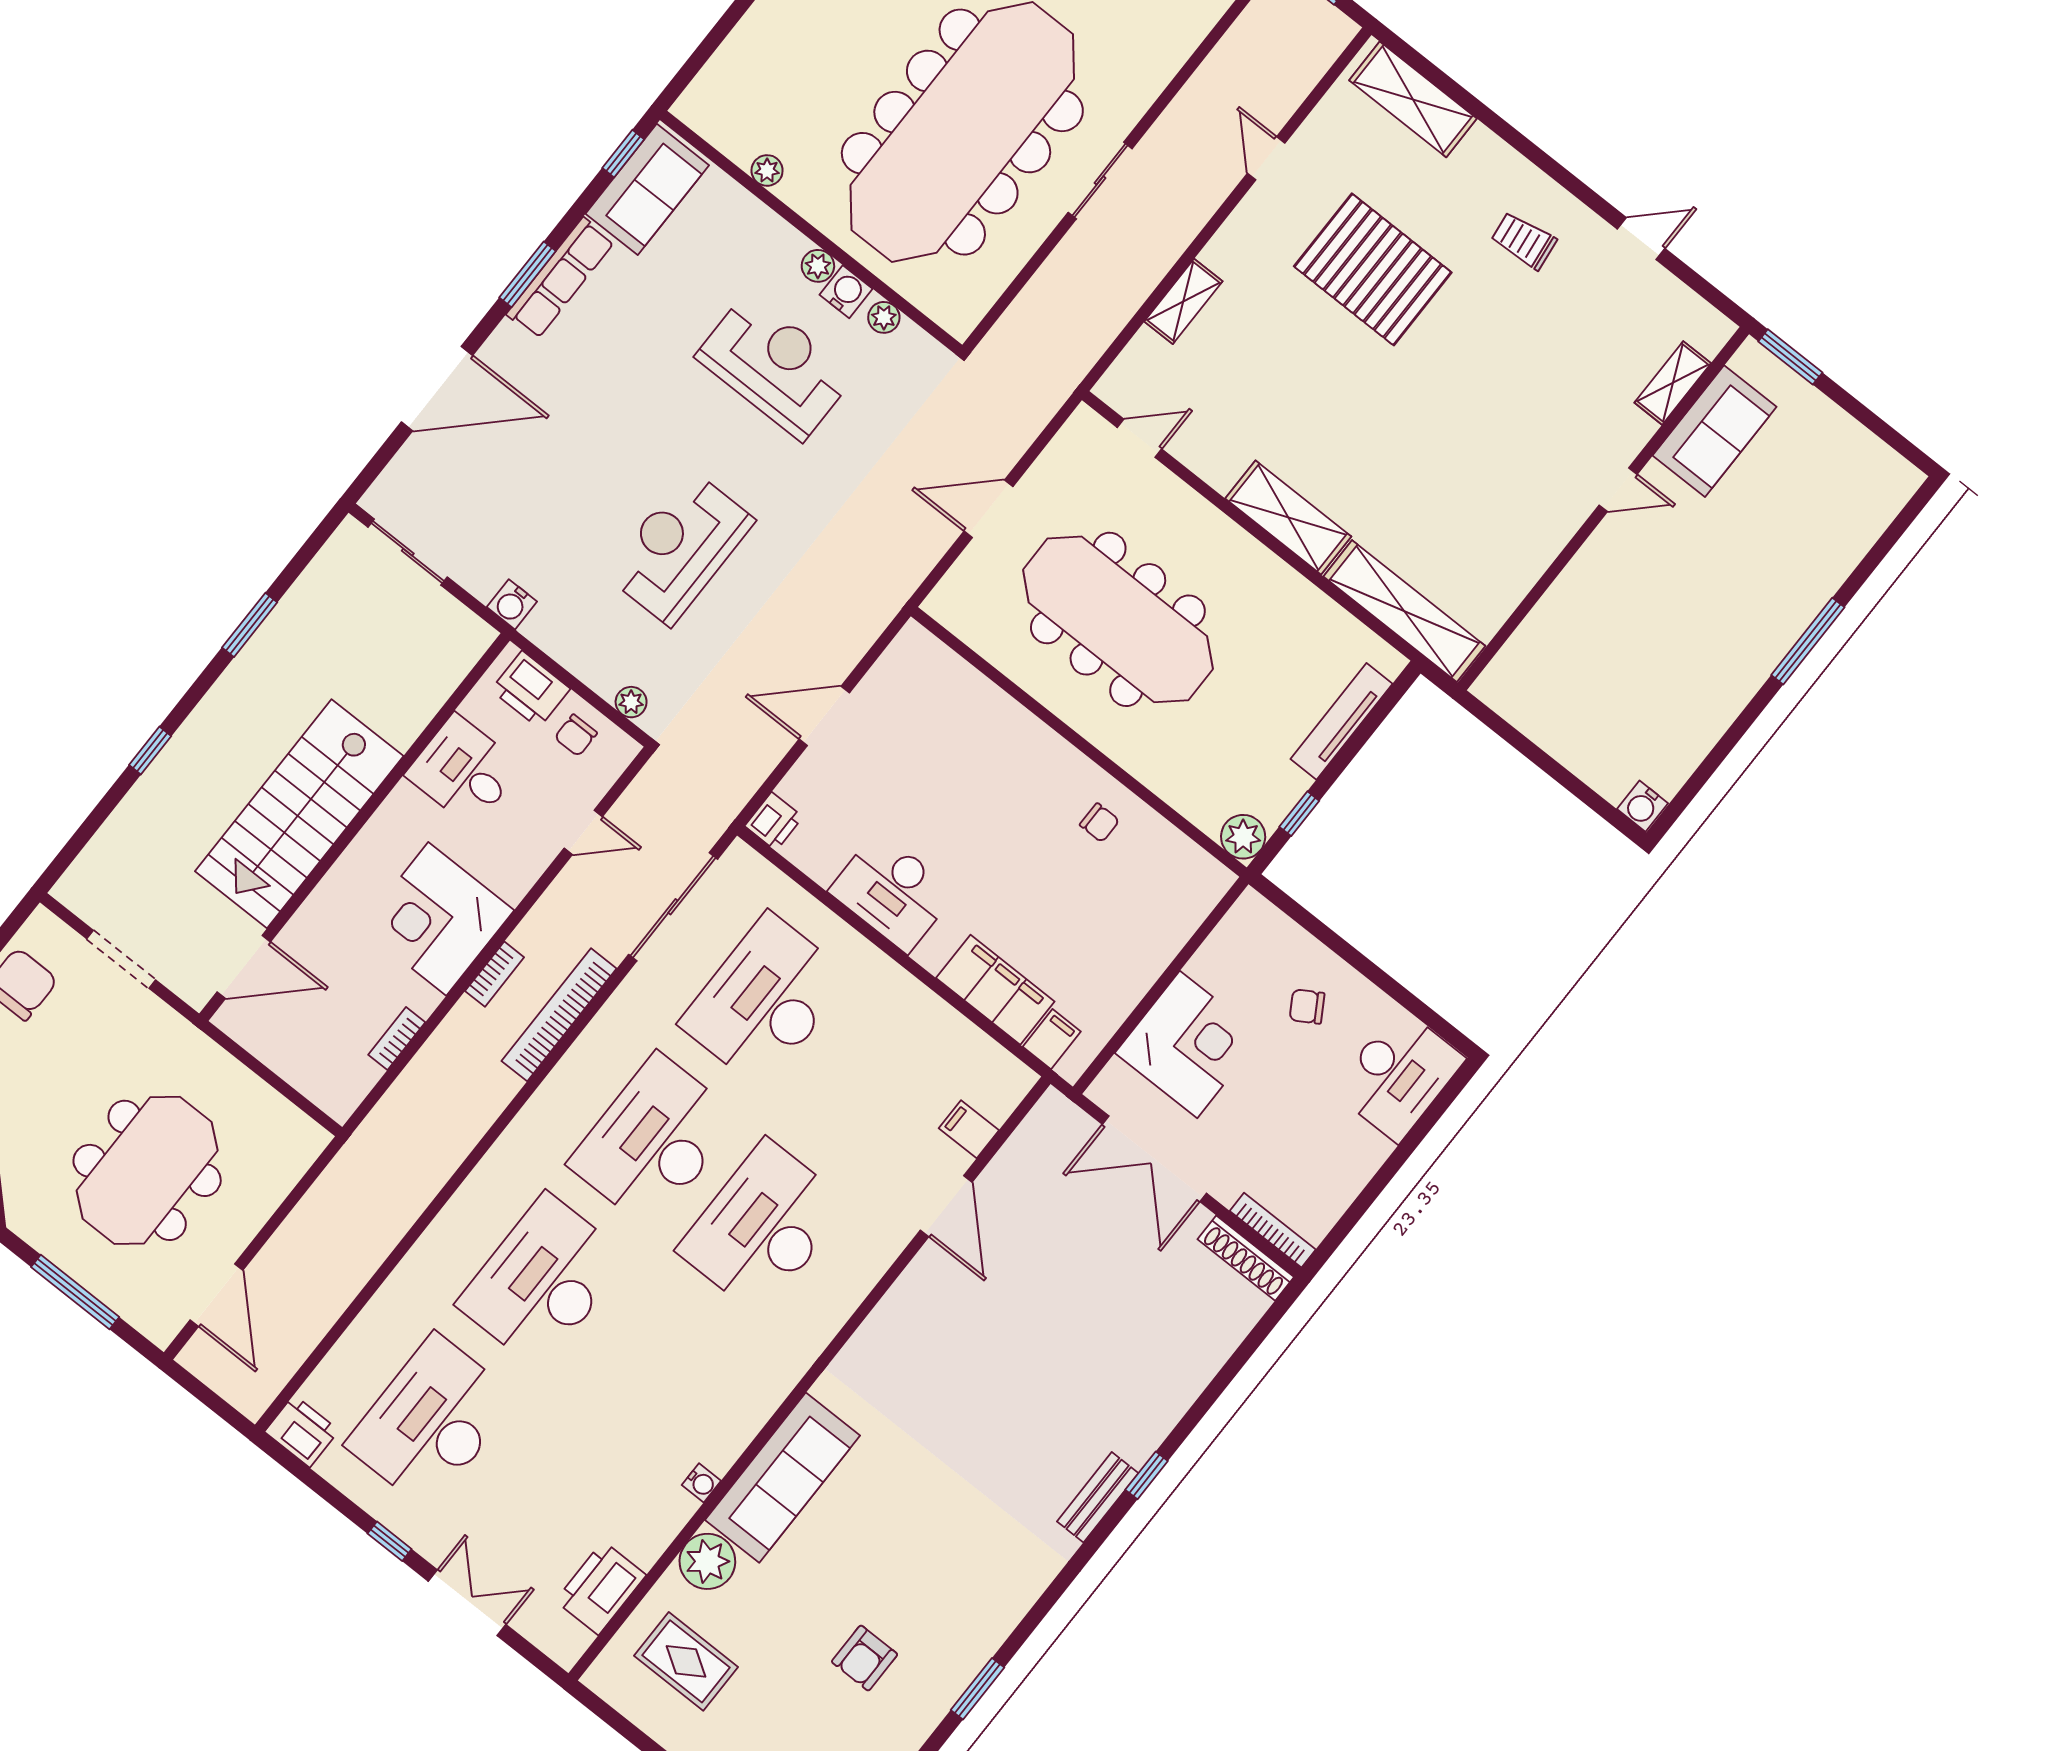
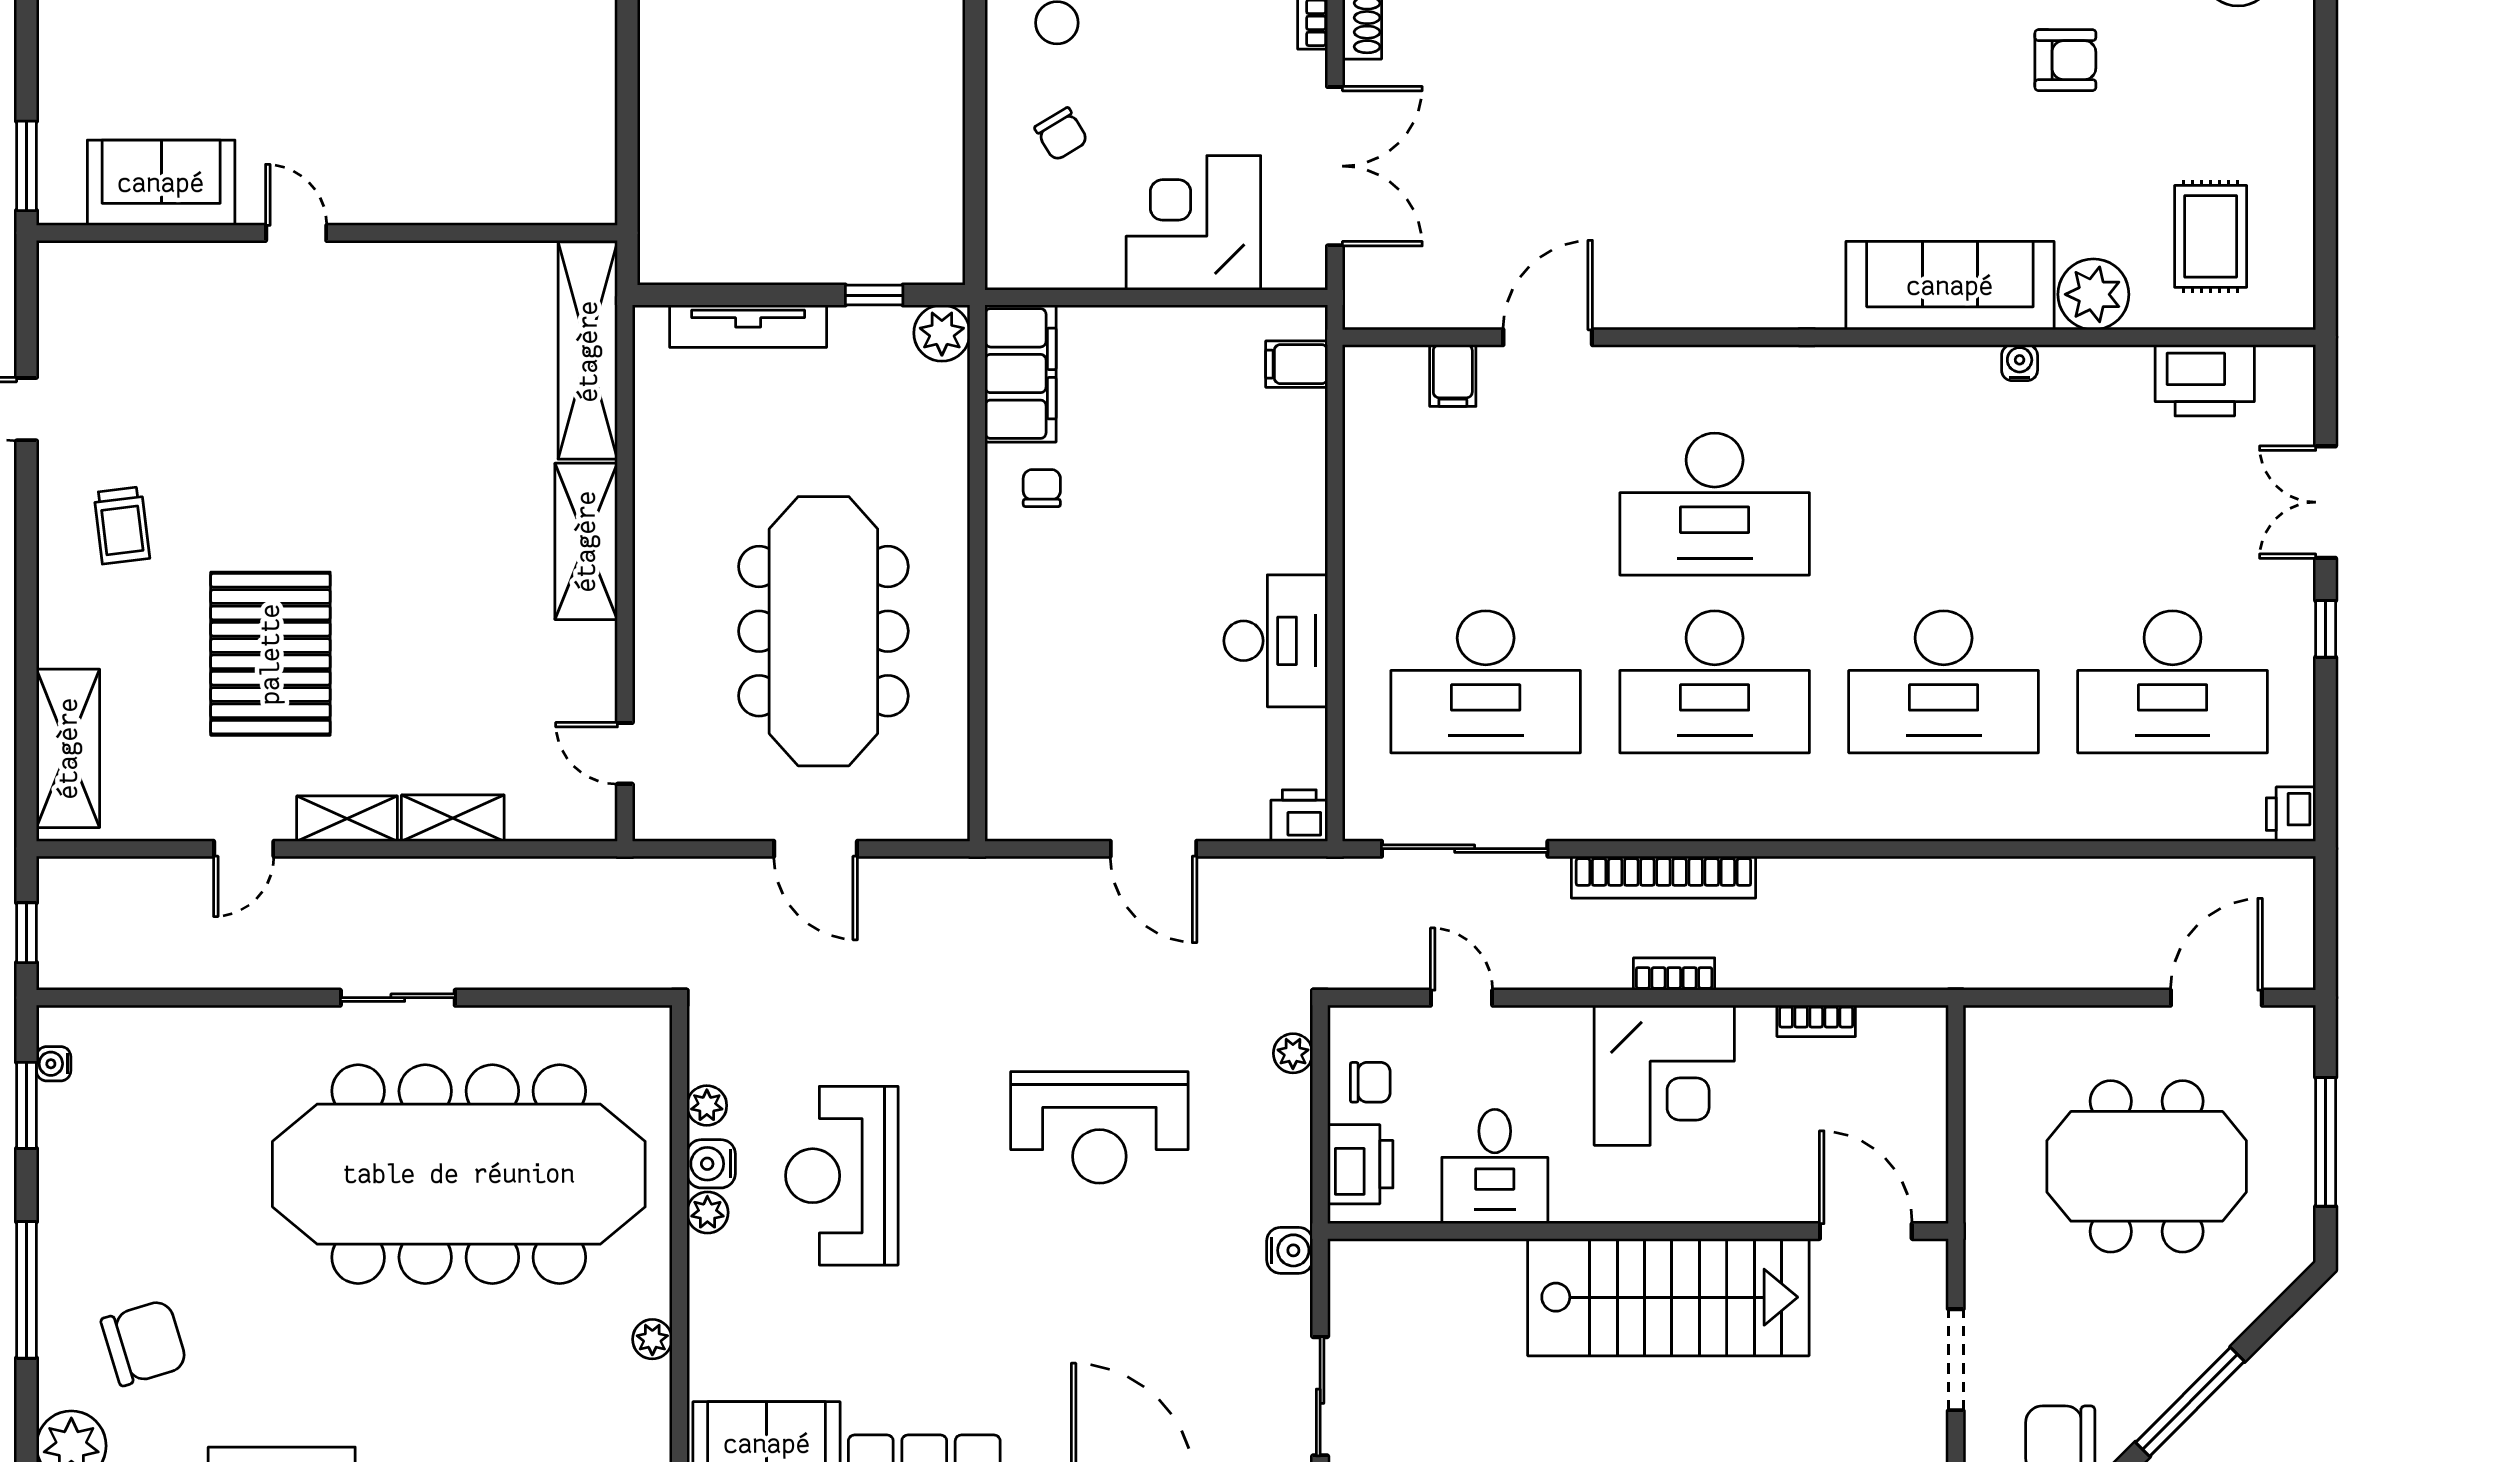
shelving: (1673, 383) -> (347, 819), moved
filing cabinet: (995, 990) -> (1020, 374), moved, turned 180
printer: (302, 1431) -> (2291, 814), width x0.73, depth x0.81

